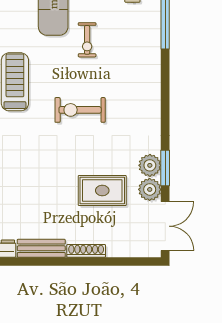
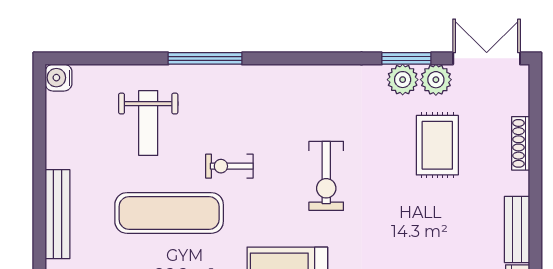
exercise bike: (87, 40) -> (229, 166), turned 180
shoe rack: (86, 251) -> (521, 143), moved

